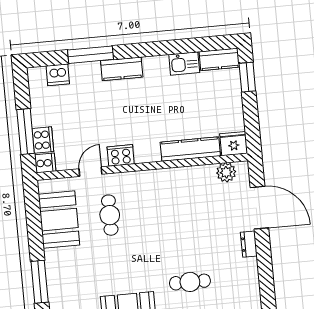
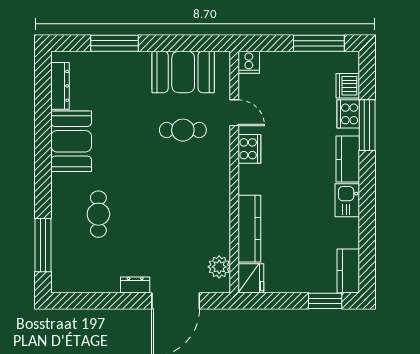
kitchen sink: (184, 63) -> (347, 200), moved
window: (26, 131) -> (319, 43), moved
cooker: (43, 140) -> (348, 114), moved, turned 90

